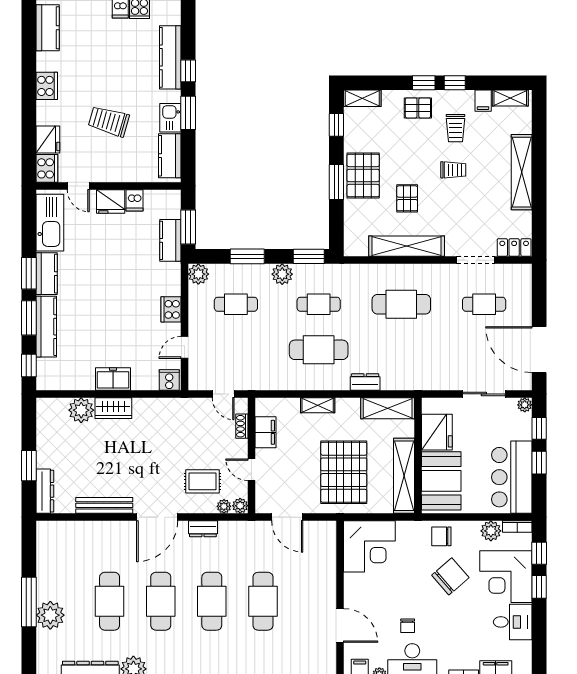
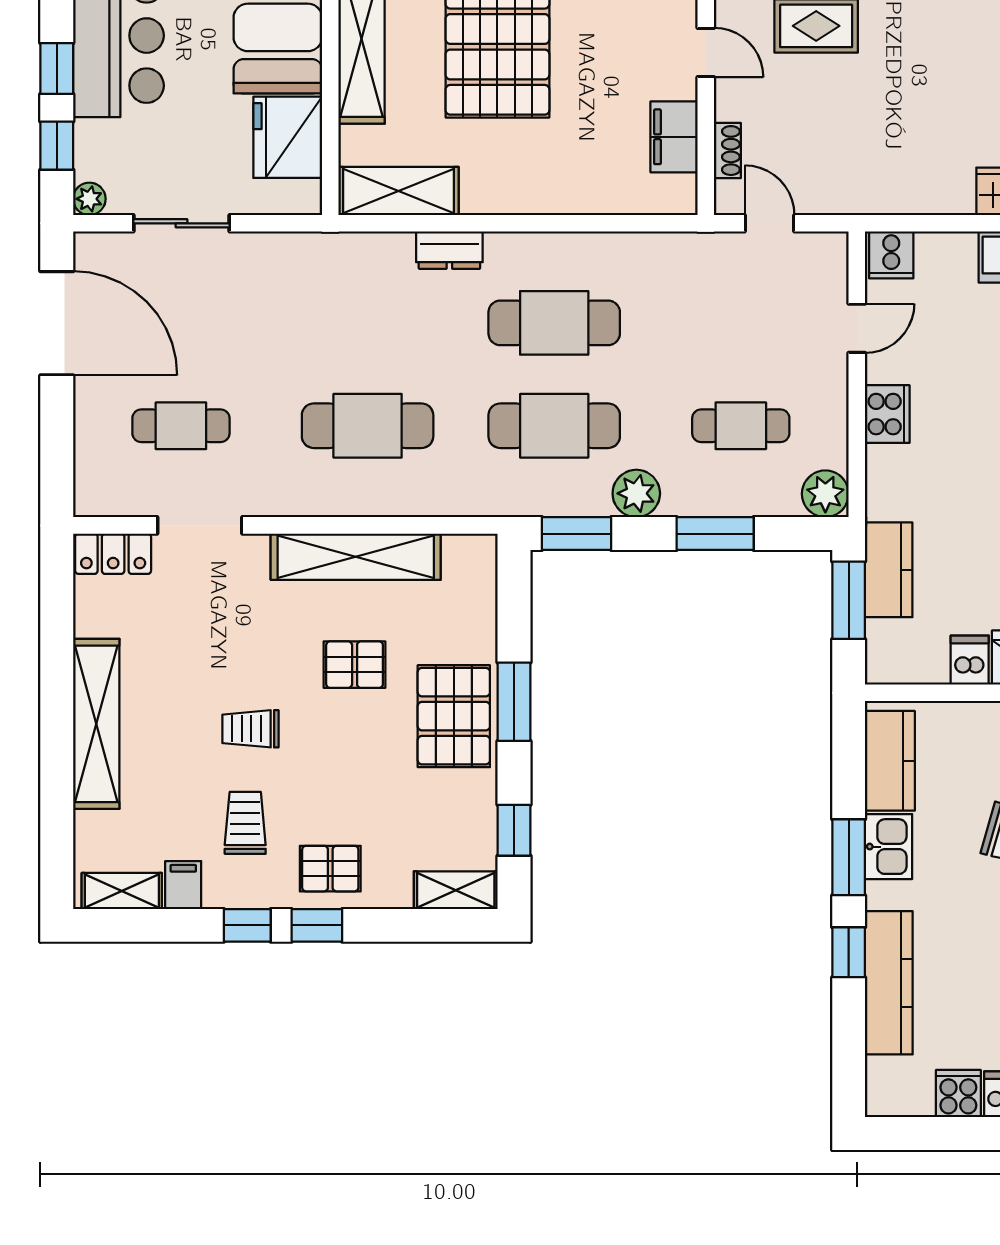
pallet: (407, 198) -> (355, 665), turned 90
cafe table: (319, 304) -> (554, 426), width x1.37, depth x1.35
shelving: (318, 405) -> (556, 198), removed

